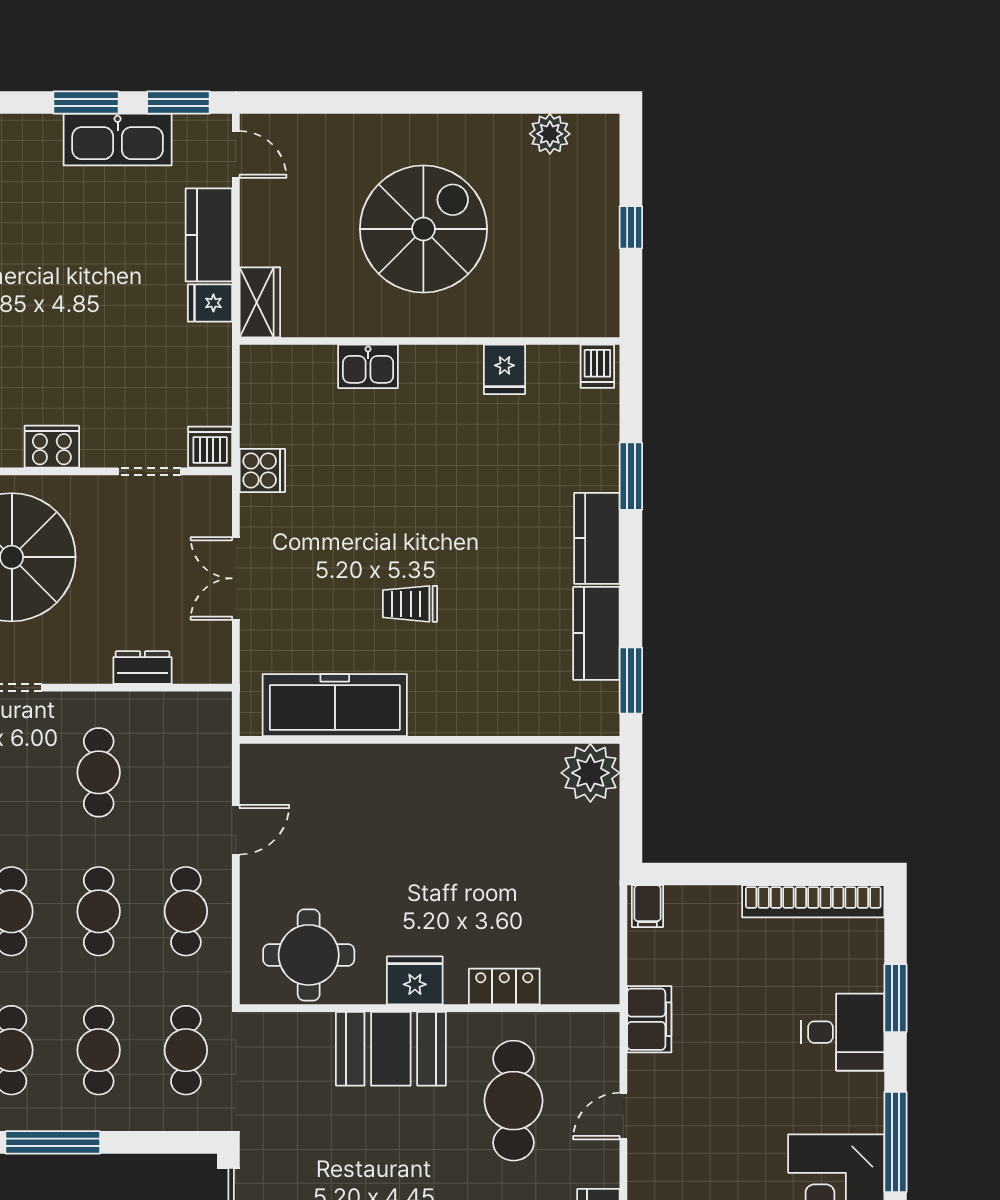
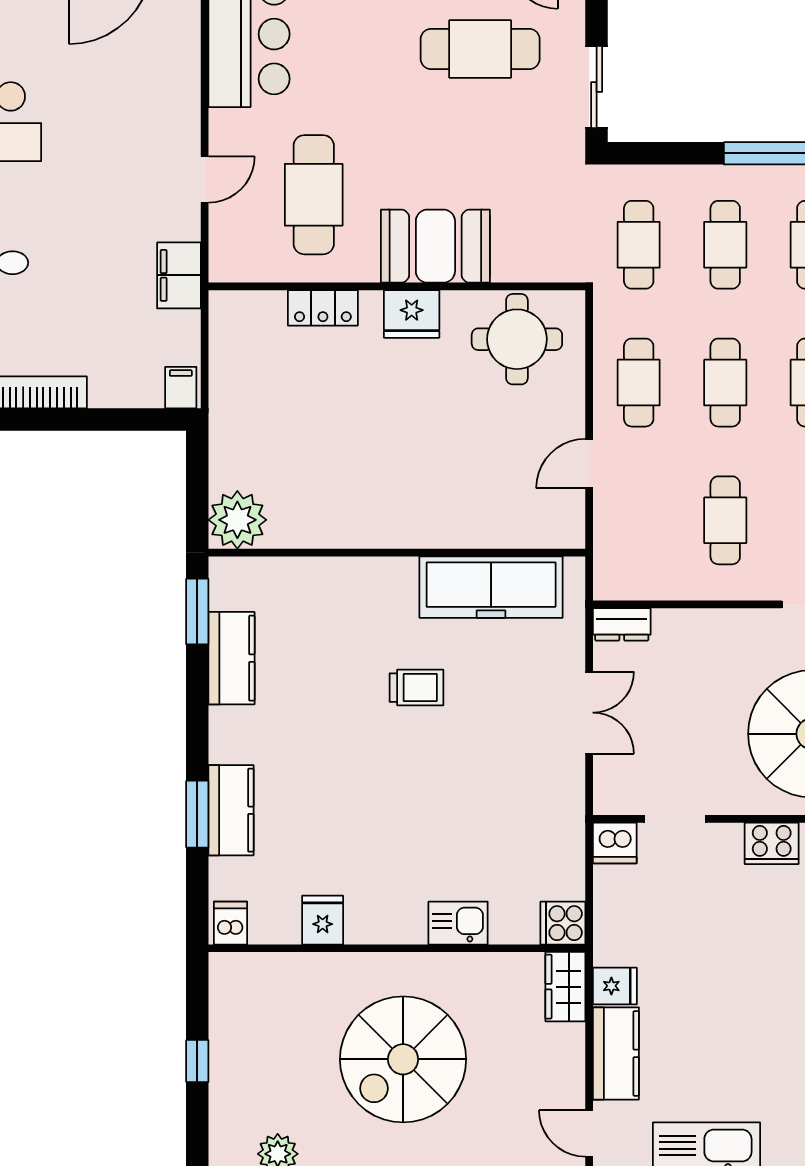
cooker: (262, 470) -> (563, 923), moved
kitchen counter: (597, 538) -> (231, 810), moved
dresser: (142, 668) -> (622, 624), moved

